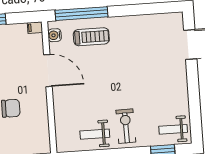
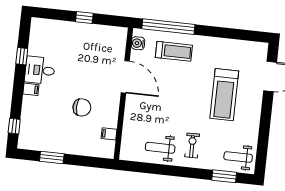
filing cabinet: (35, 28) -> (109, 134), moved
treadmill: (148, 70) -> (224, 95), added
exercise bike: (126, 126) -> (192, 145), width x0.73, depth x0.72

